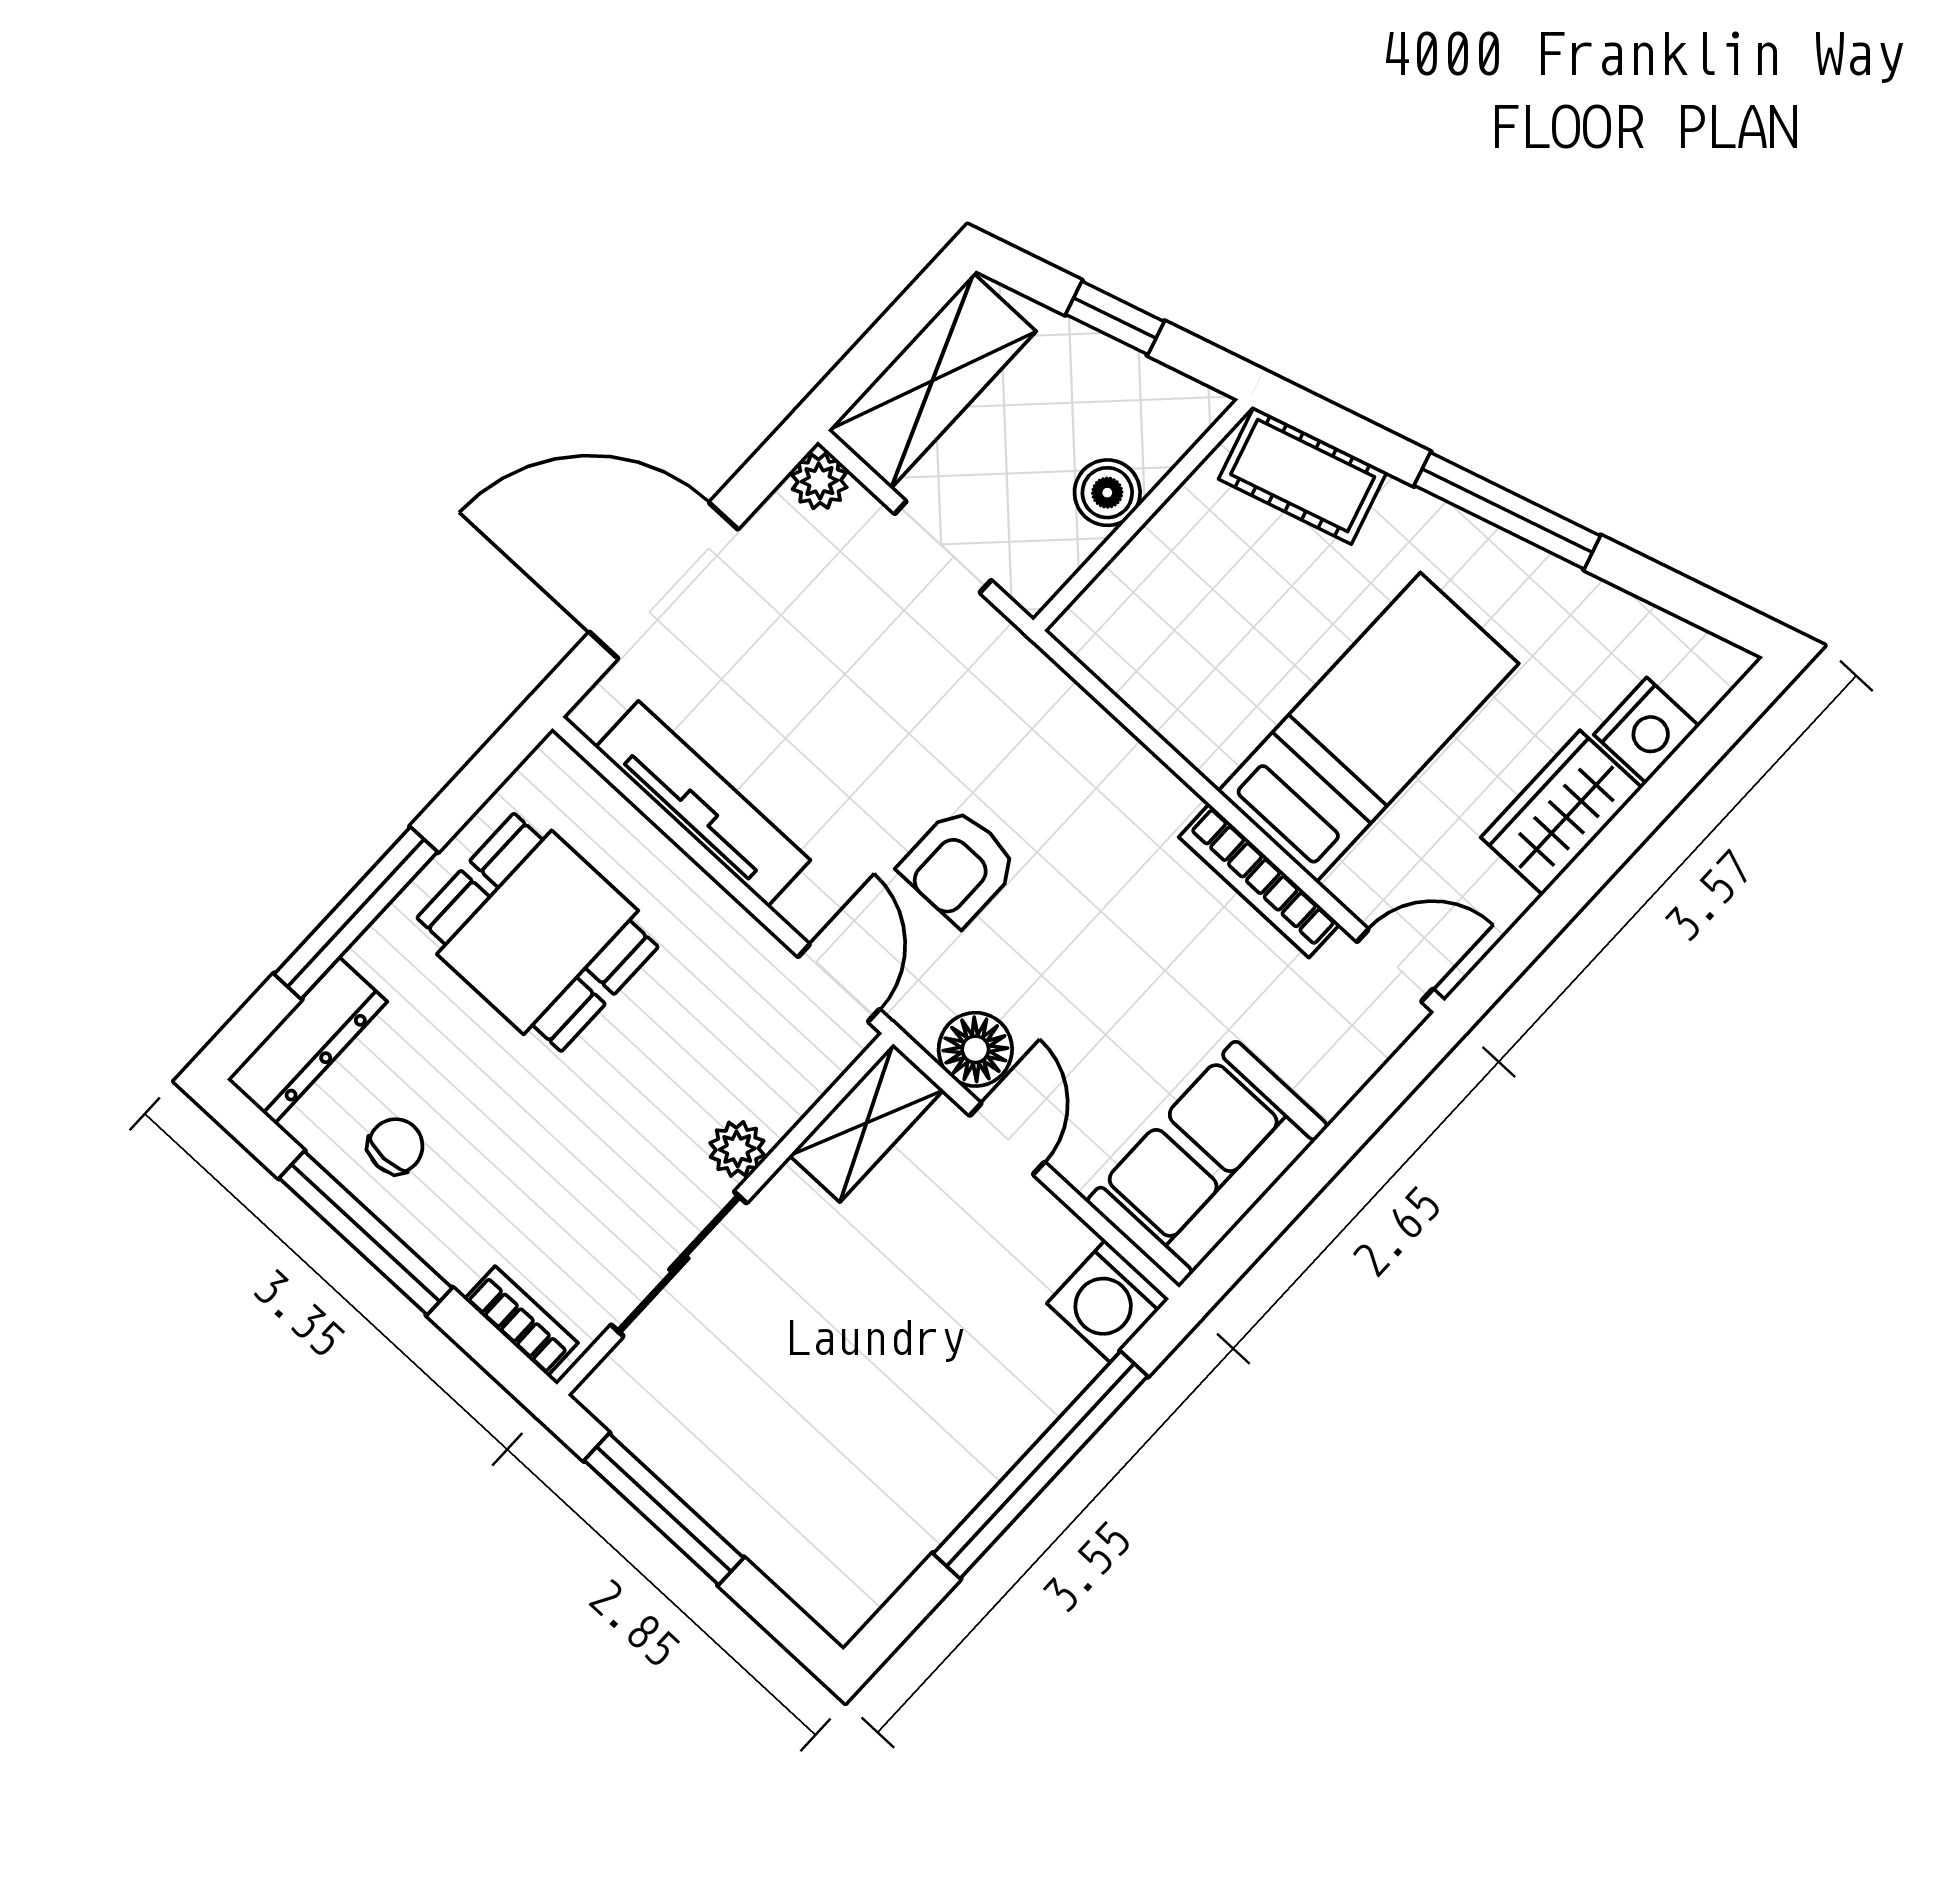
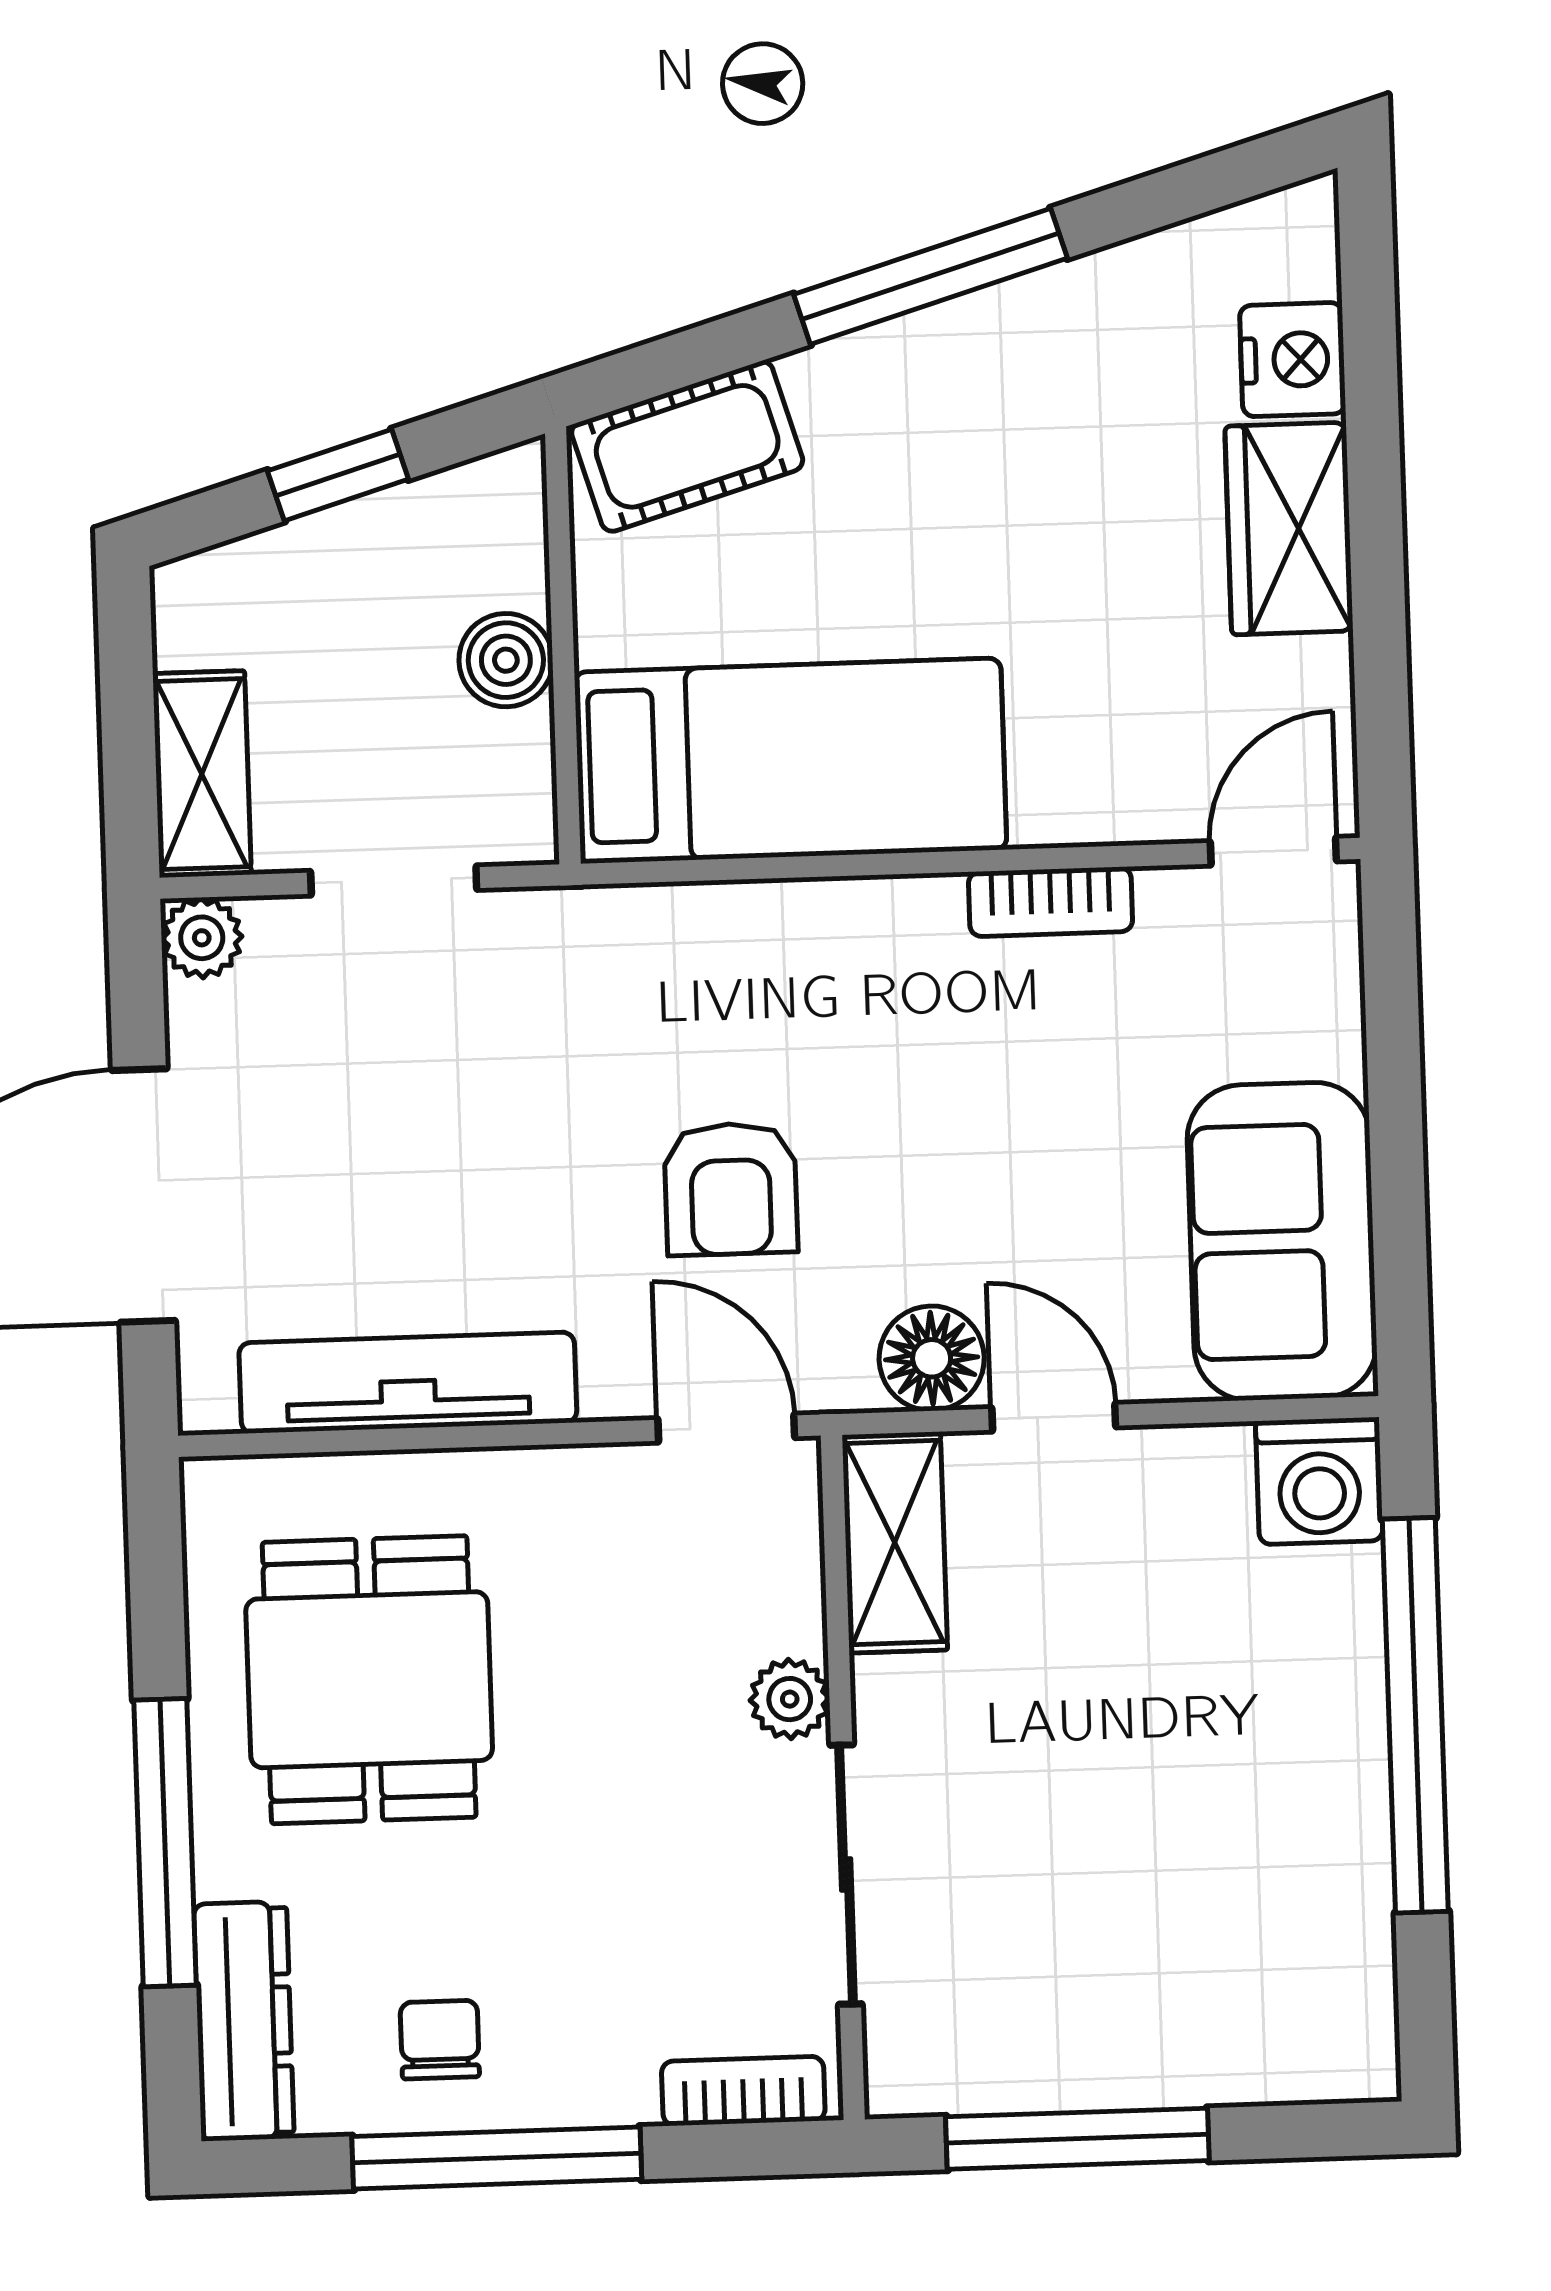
shelving: (932, 381) -> (202, 774), width x0.67, depth x0.75
bed: (1368, 727) -> (790, 761), moved, turned 90
bookcase: (1259, 881) -> (1050, 902), width x0.64
dining table: (538, 932) -> (369, 1680), turned 90

